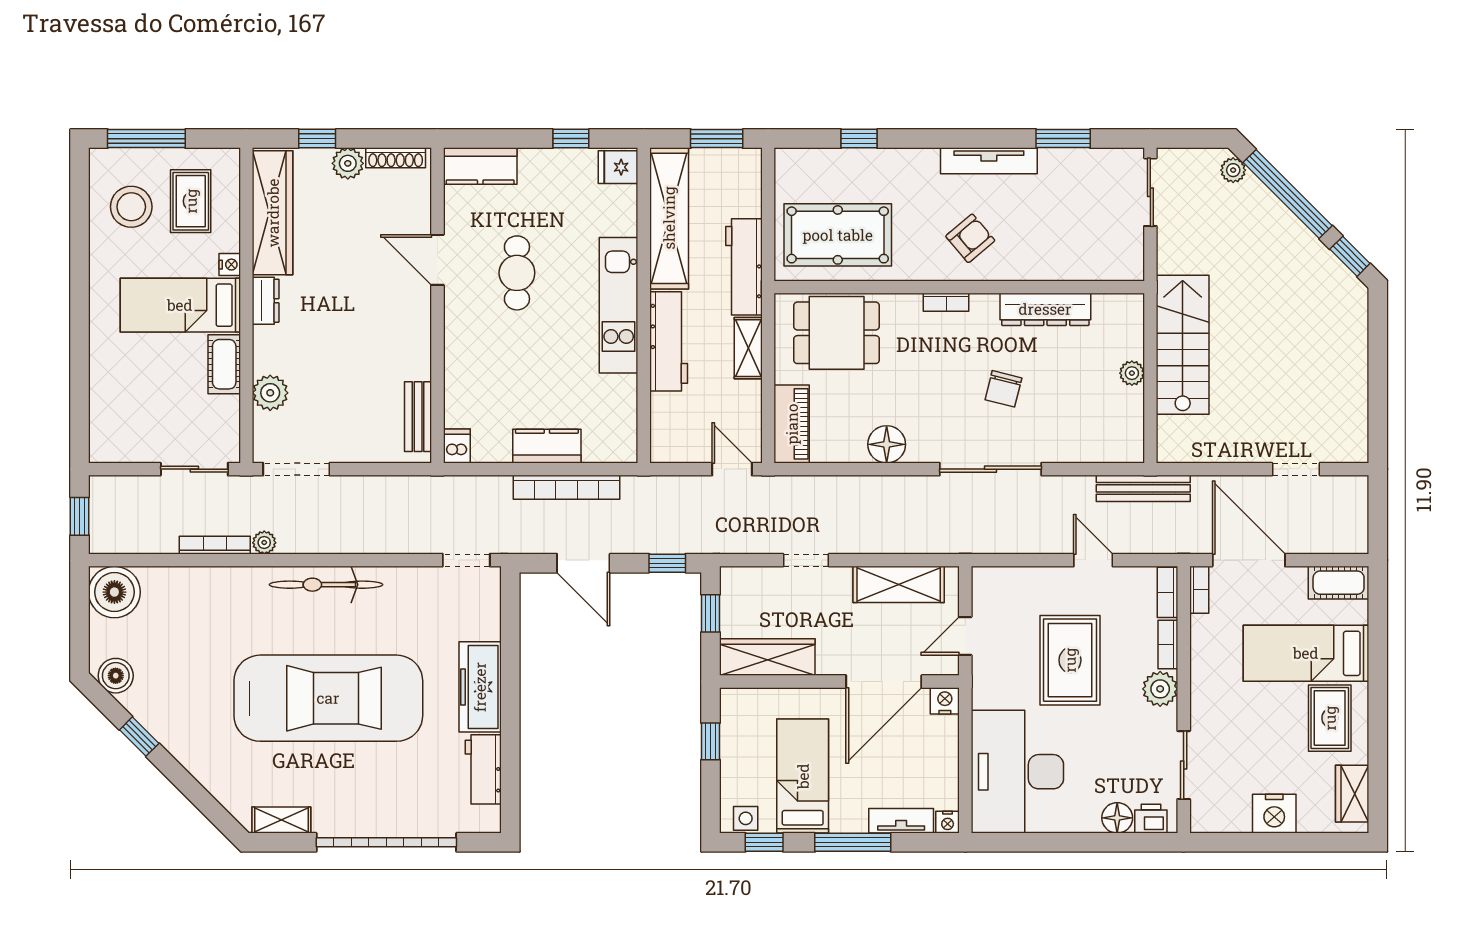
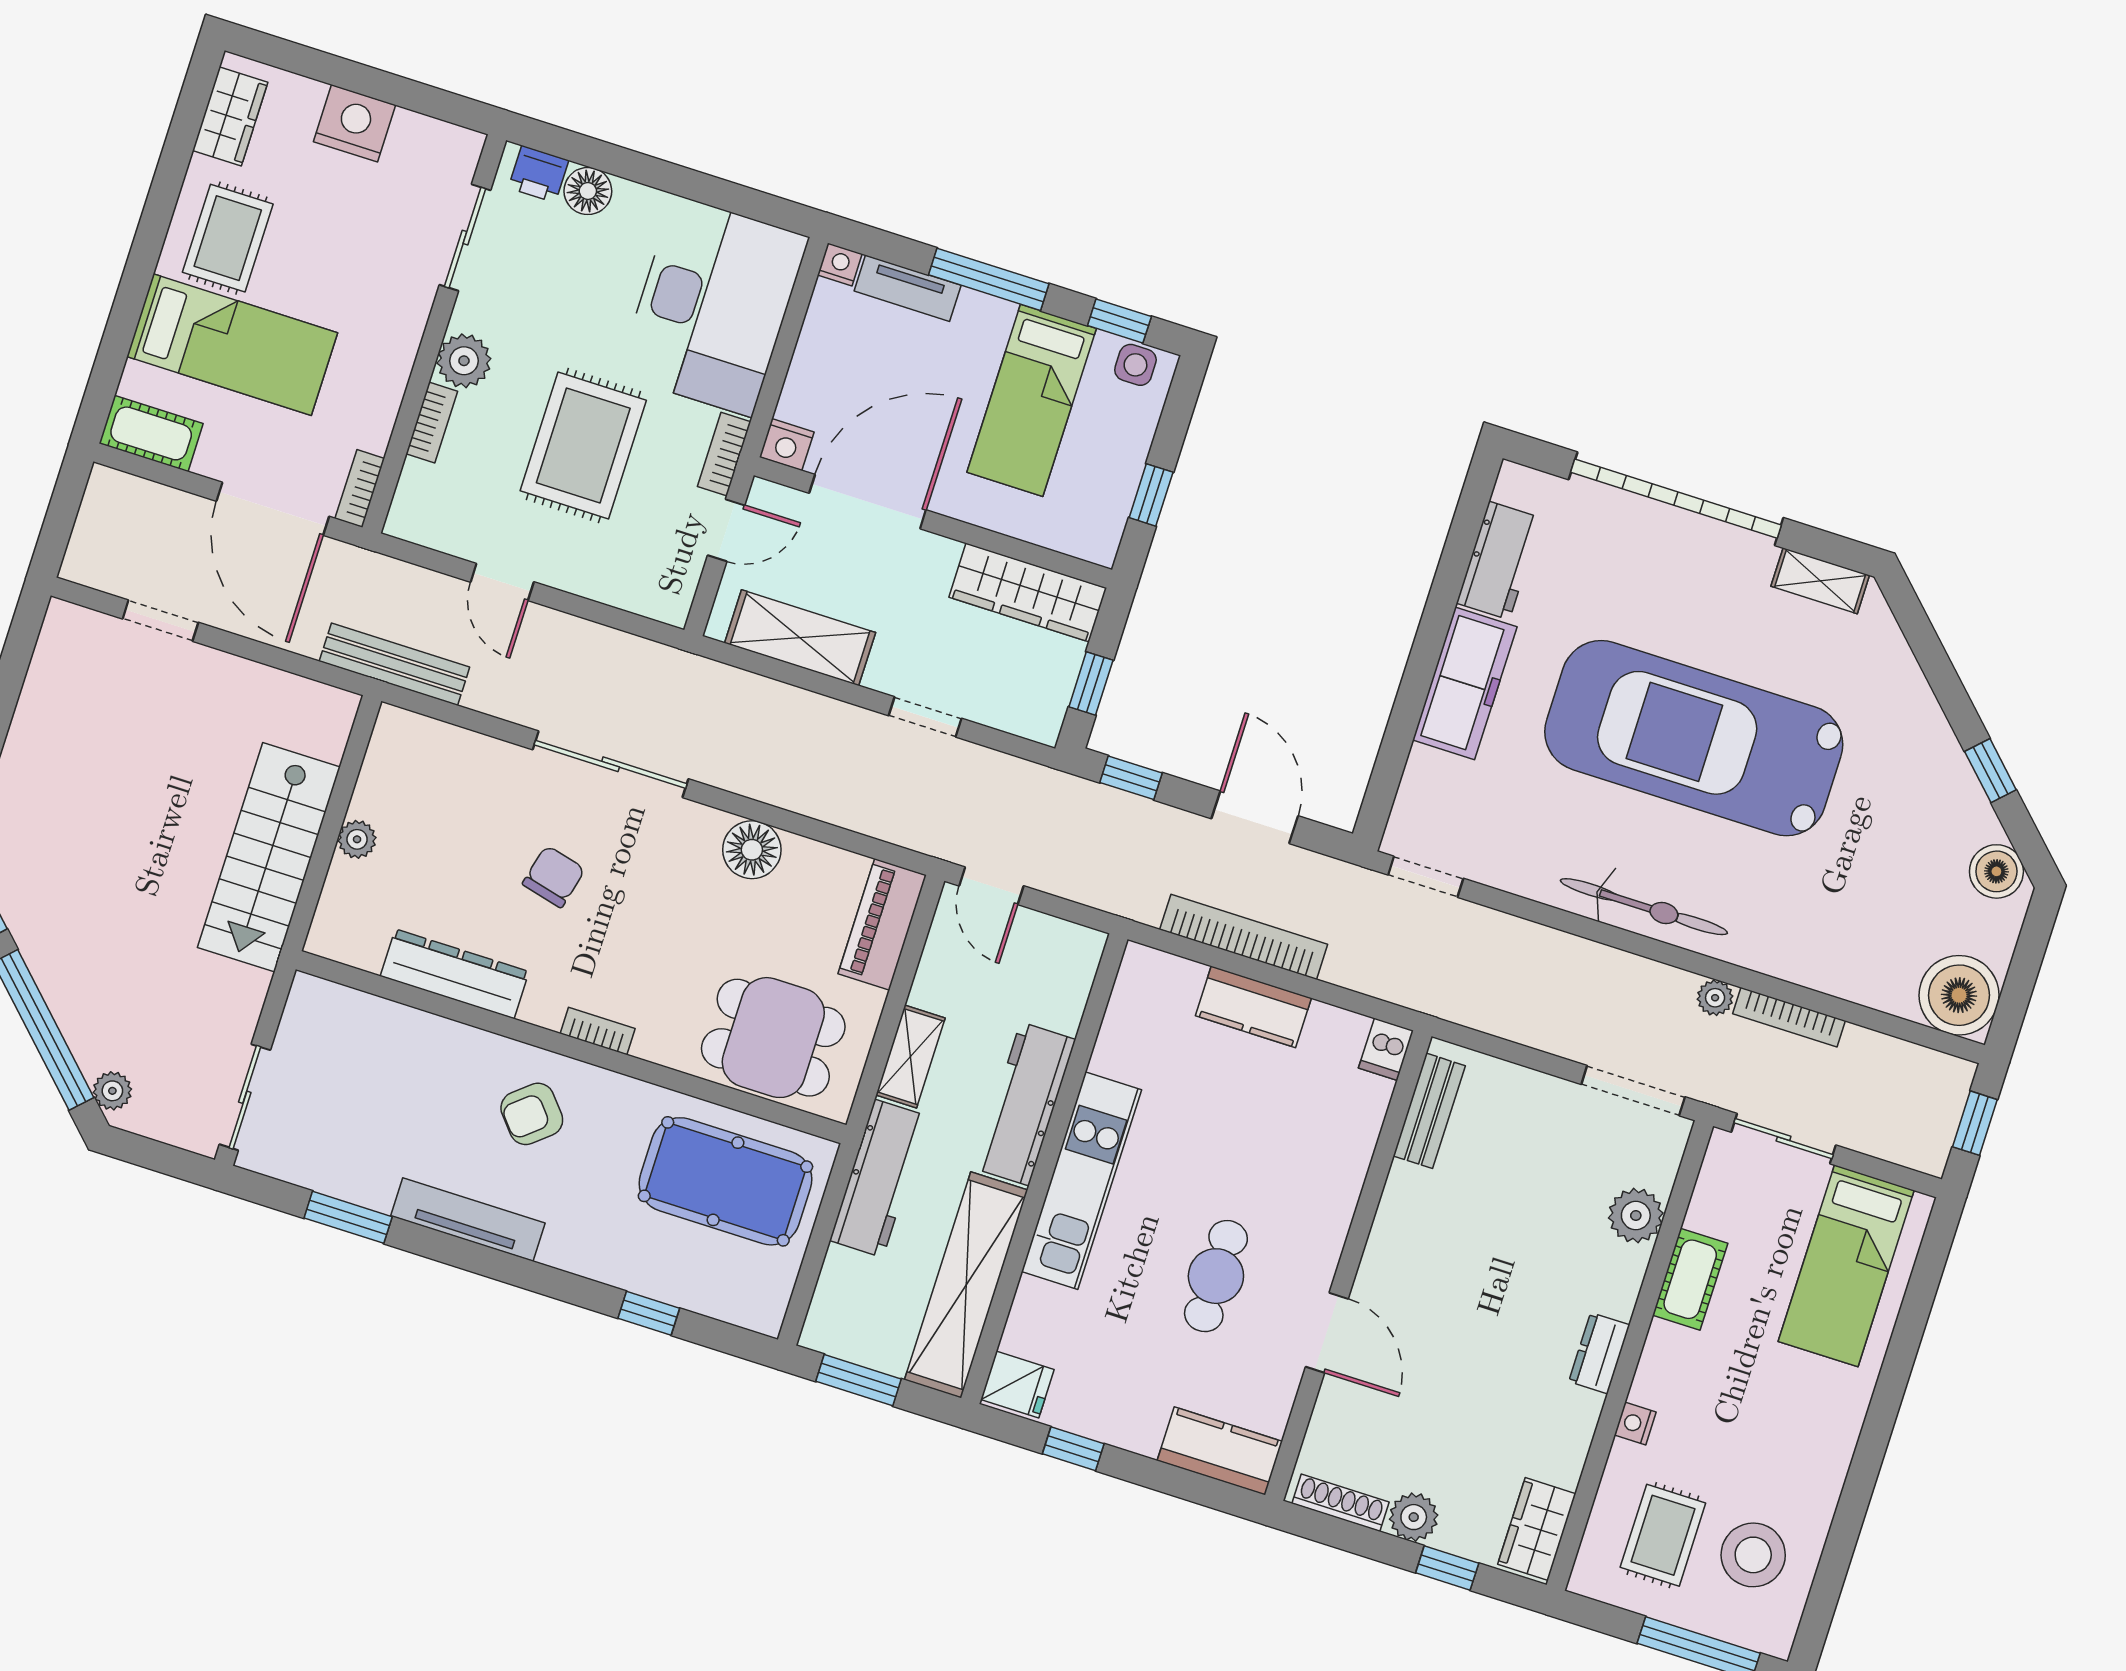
wardrobe: (273, 213) -> (1537, 1529), width x0.48, depth x0.85
bed: (180, 305) -> (1846, 1266), moved, turned 90
bookcase: (1168, 592) -> (724, 454), moved, turned 180

